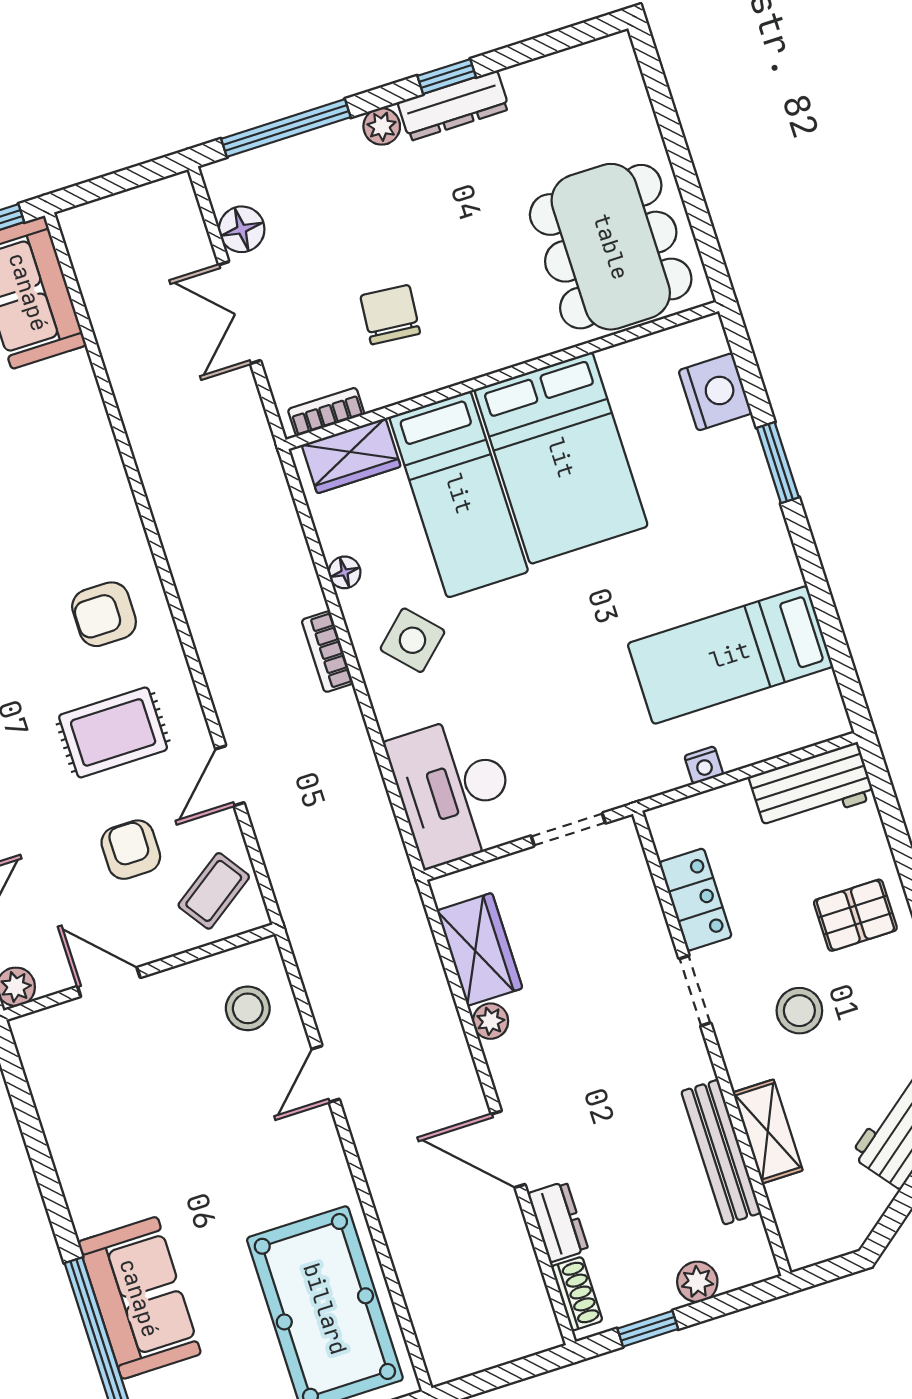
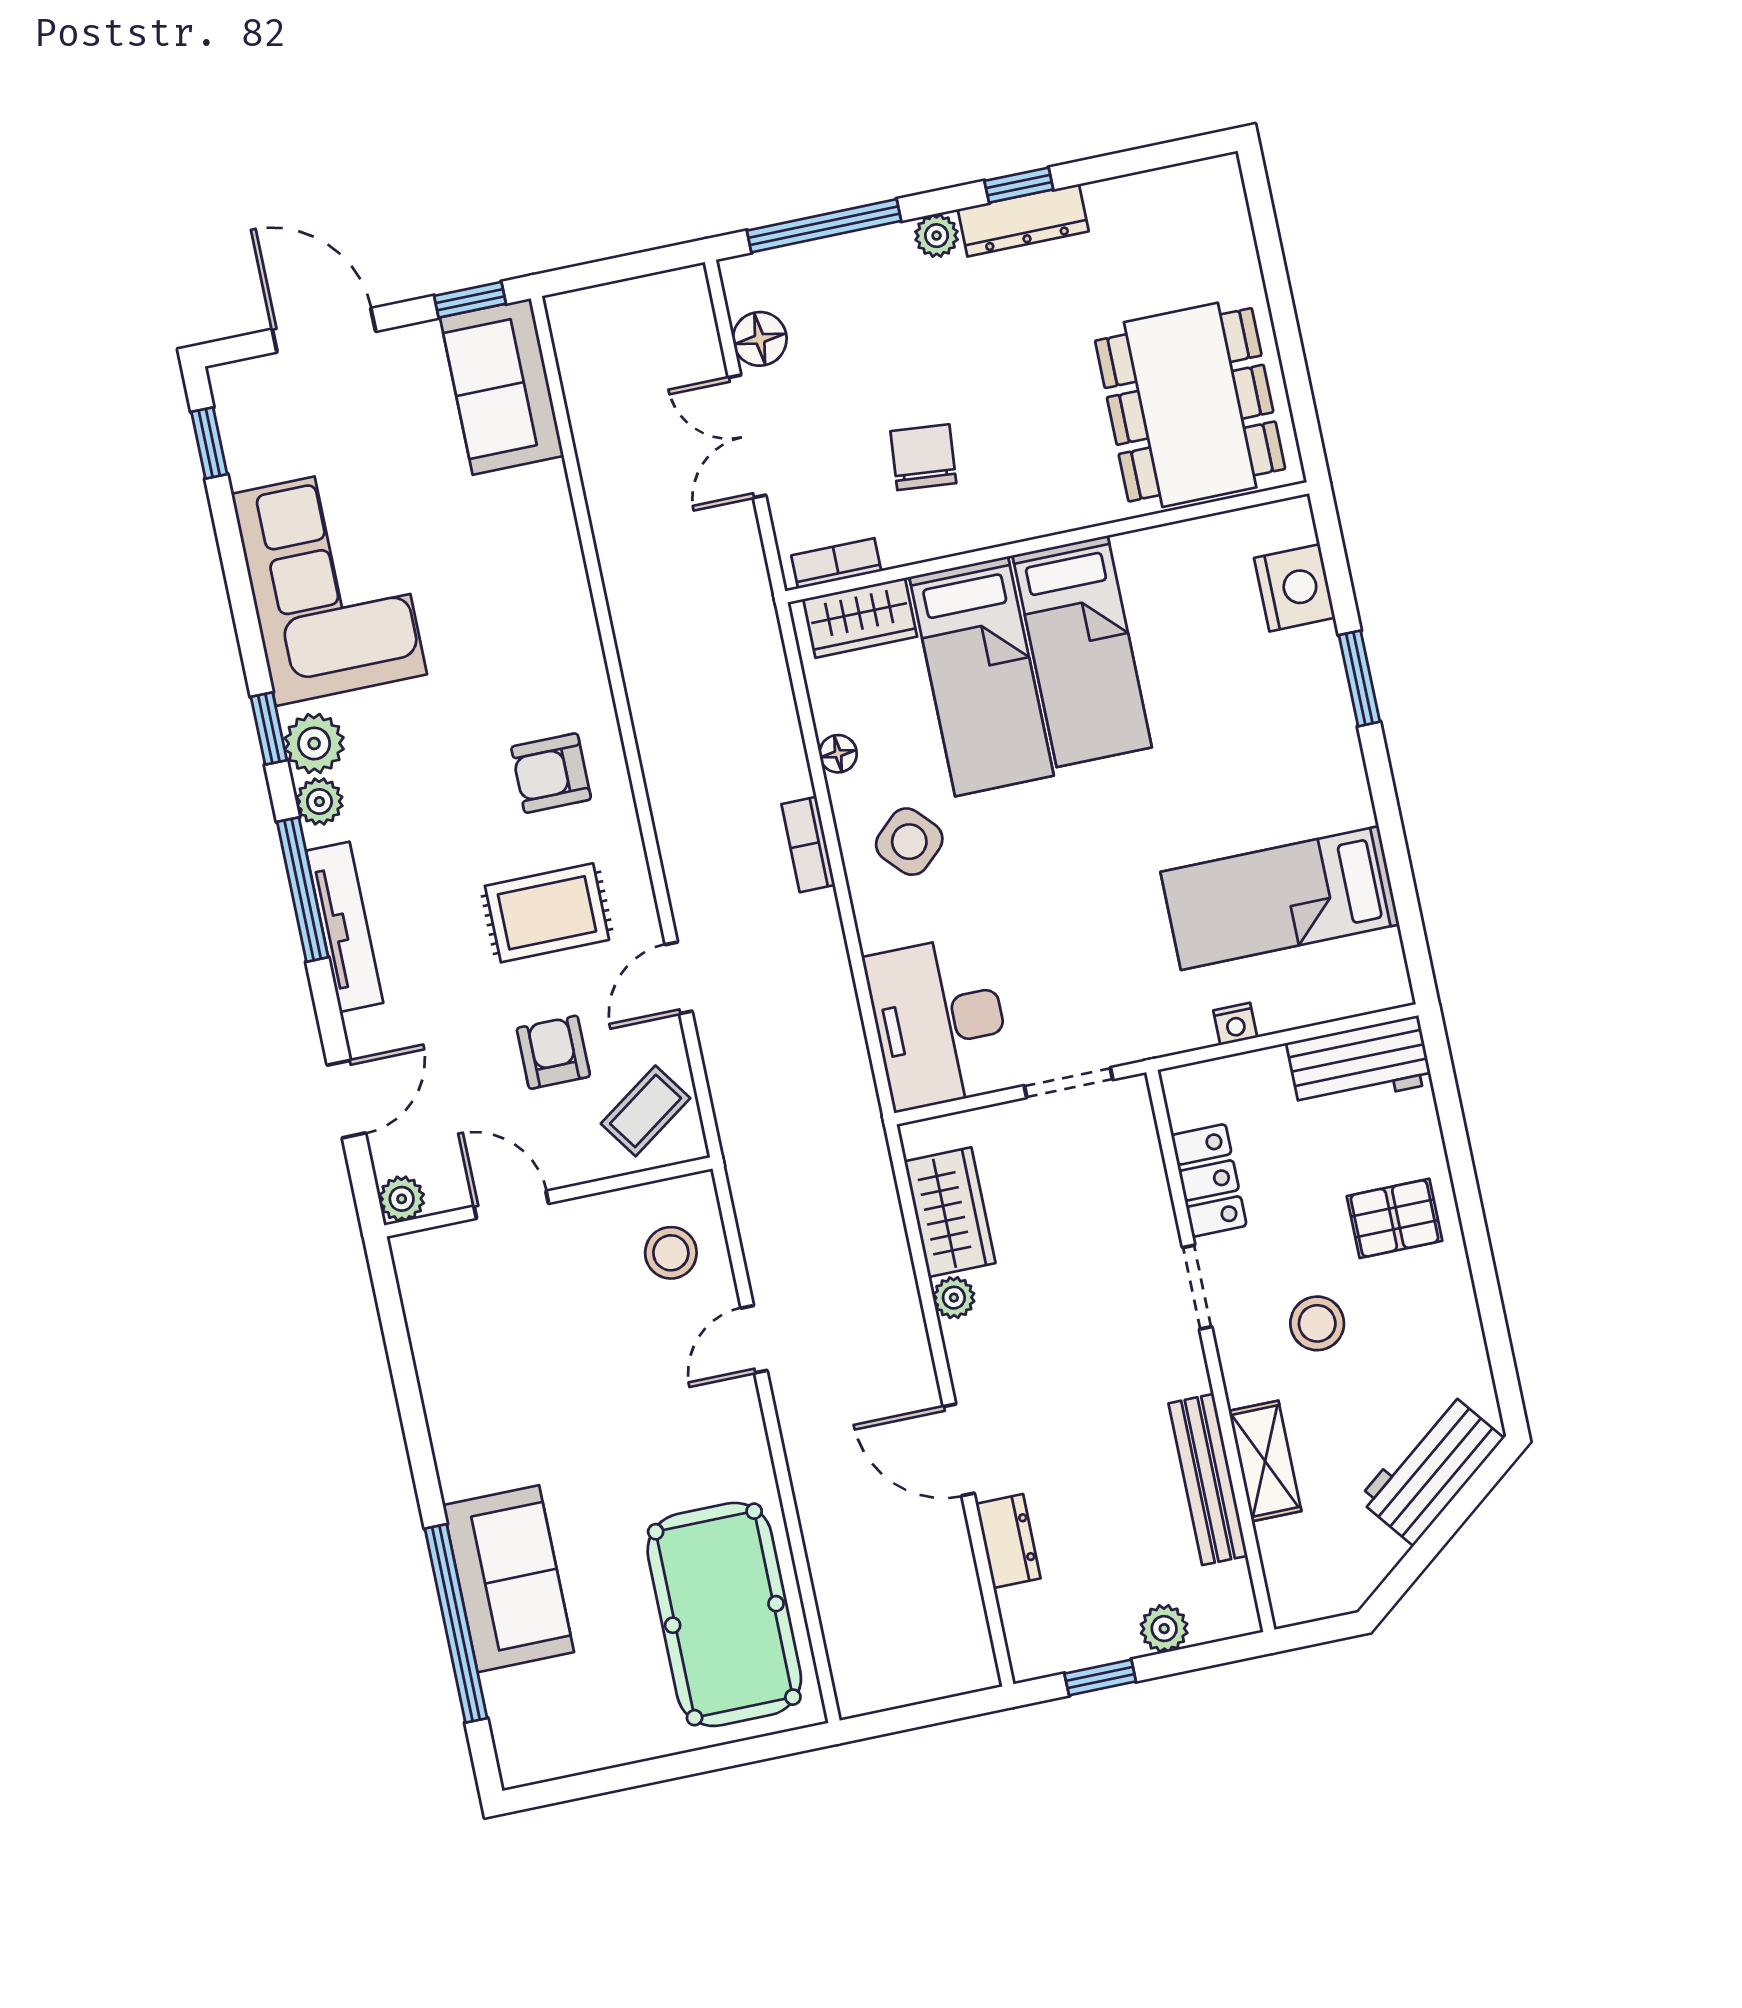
bed: (561, 458) -> (1082, 651), width x0.67
shoe rack: (577, 1294) -> (1021, 1628), removed

